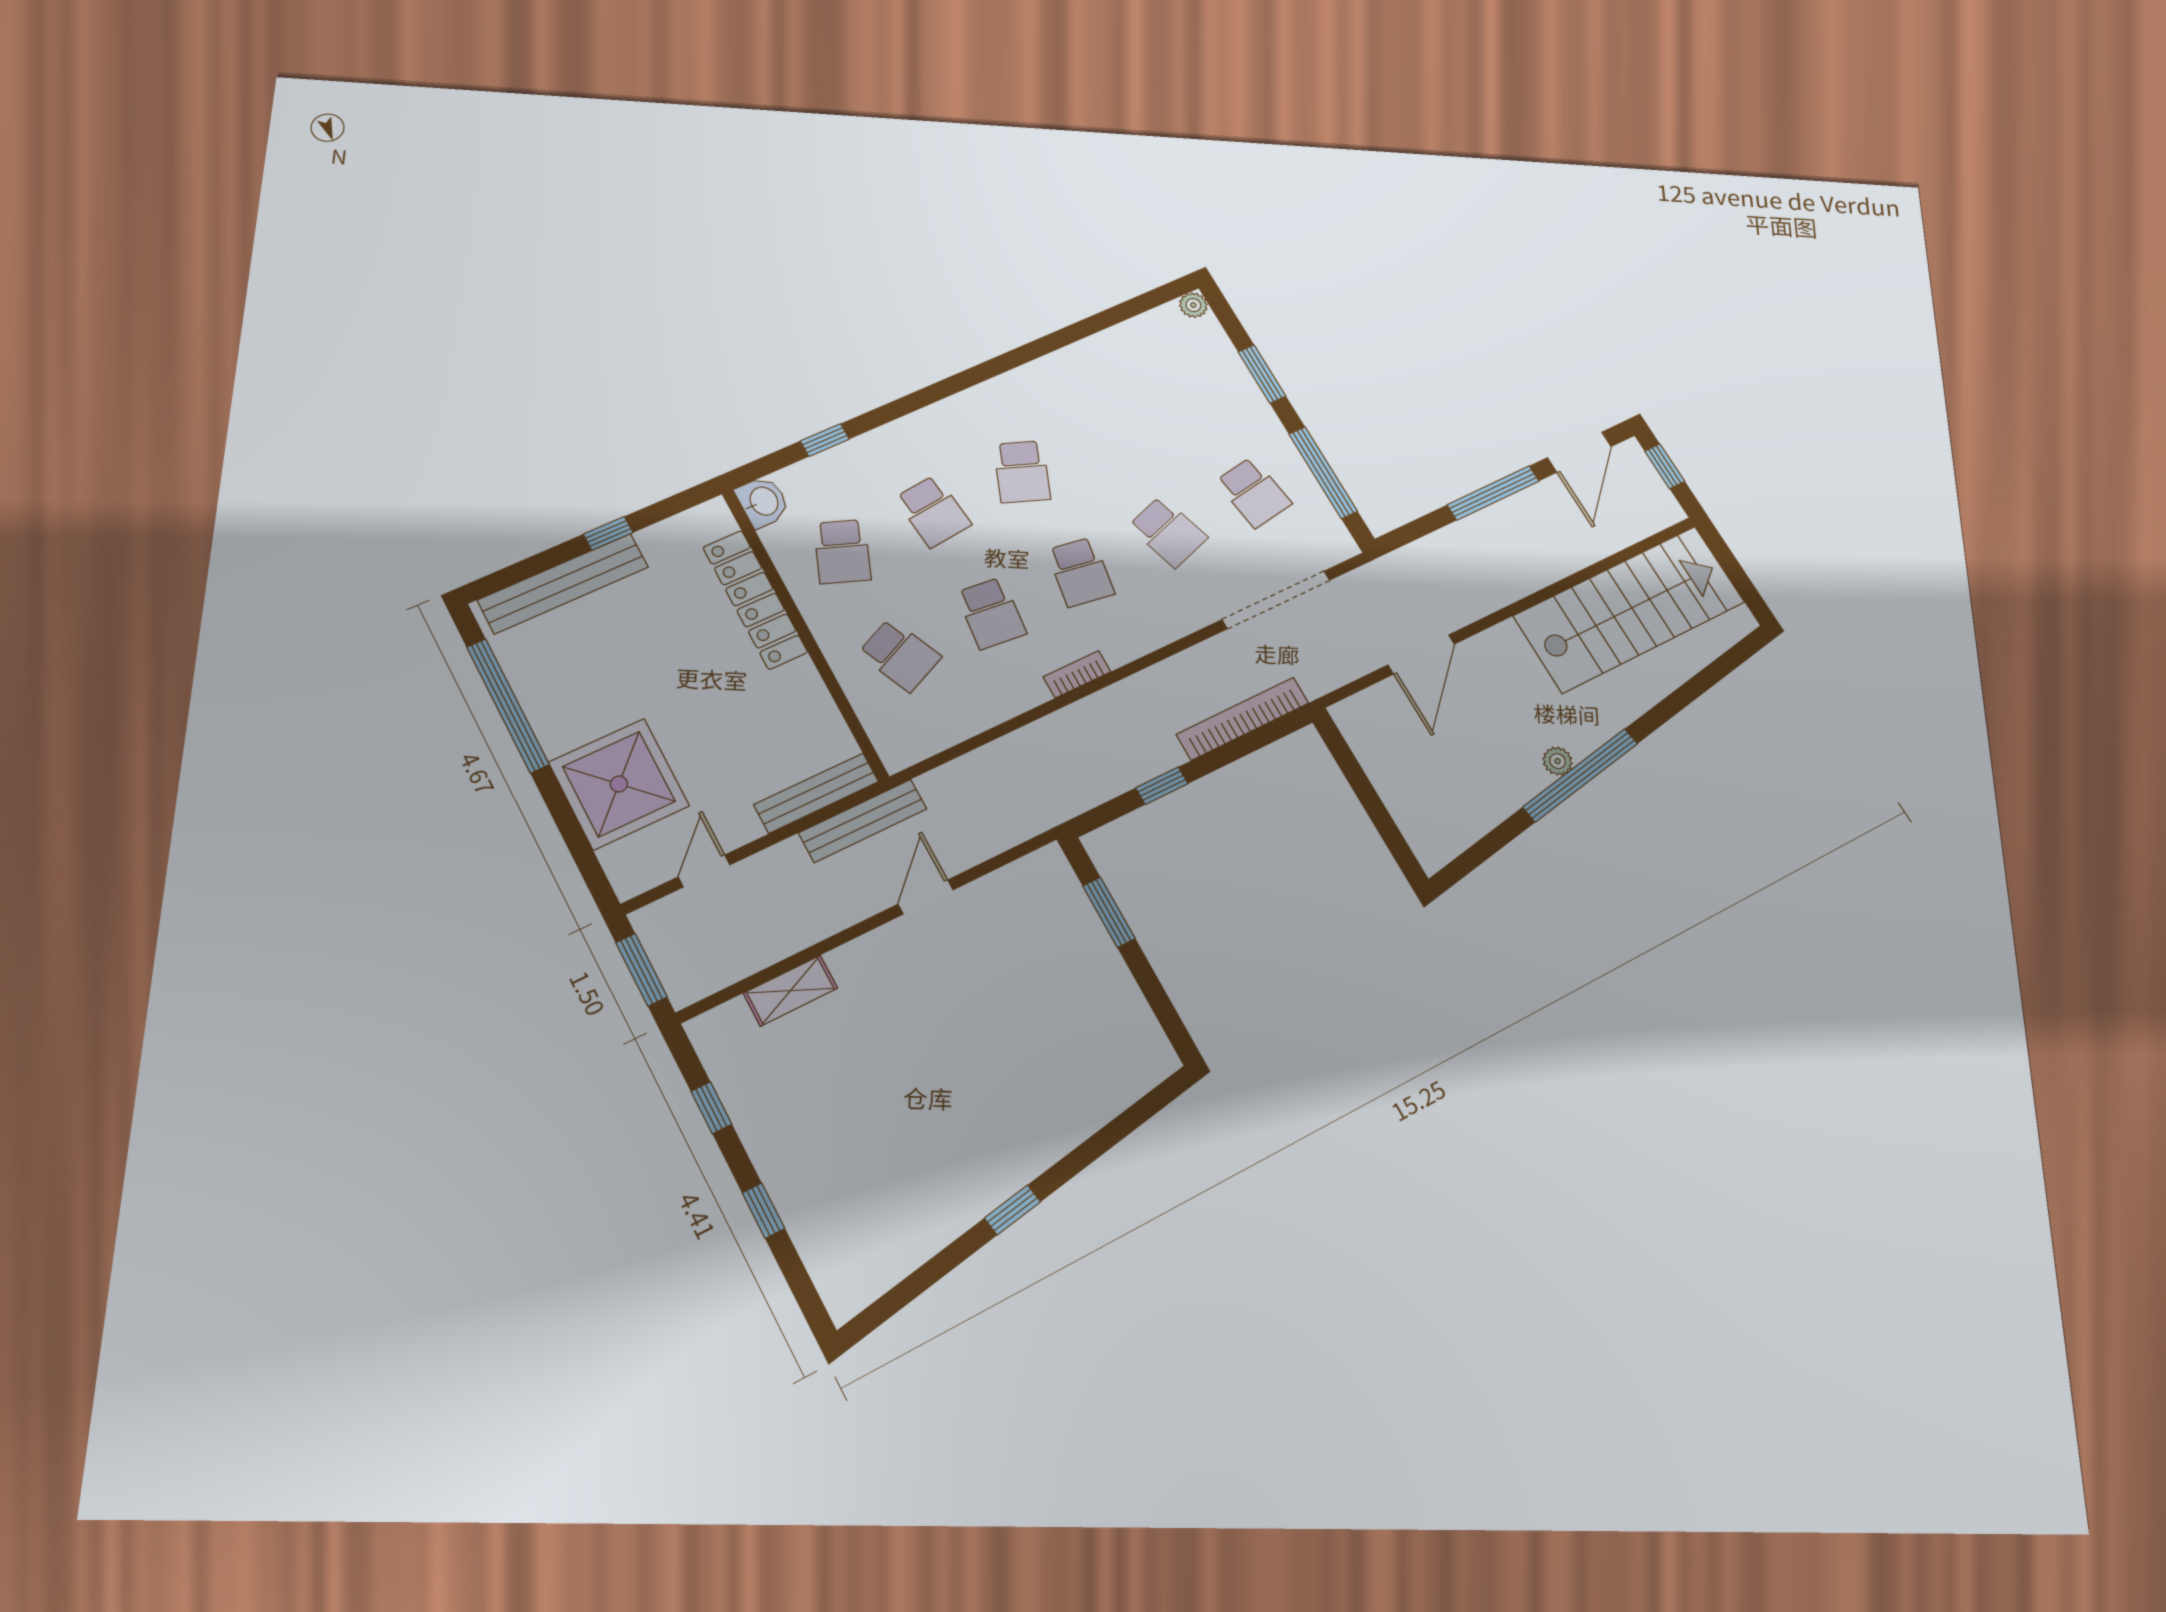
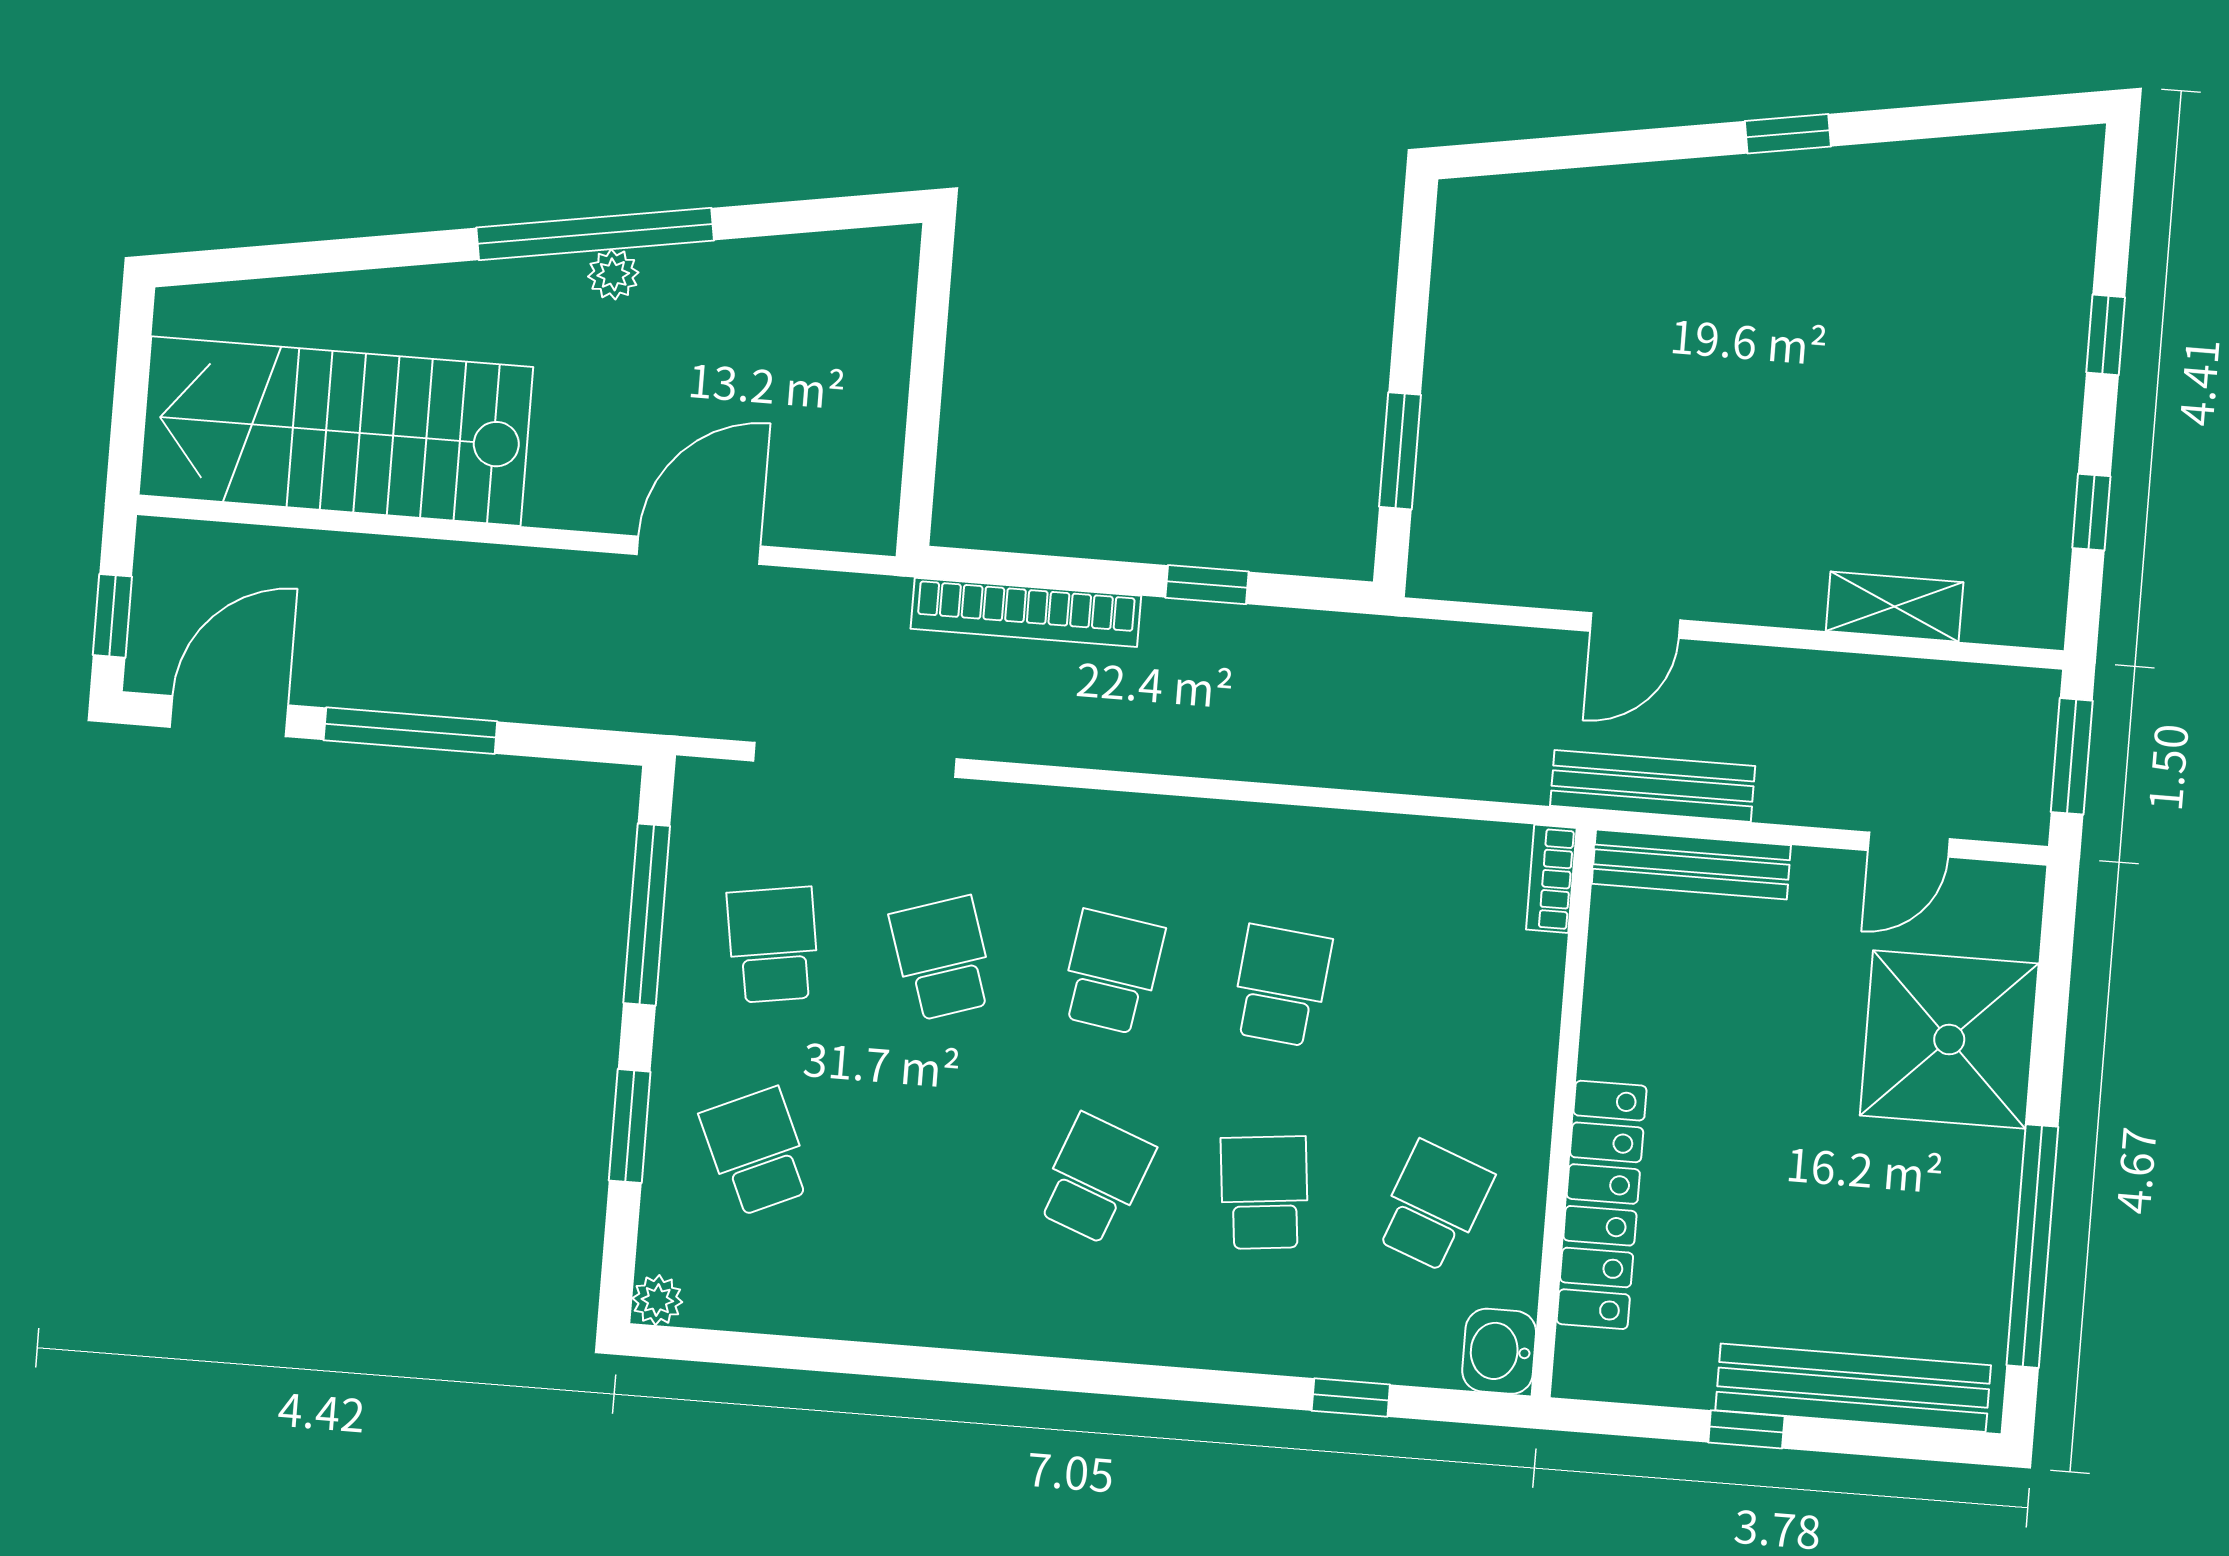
school desk: (900, 655) -> (756, 1152), moved
bookcase: (1077, 674) -> (1551, 879), moved, turned 90

